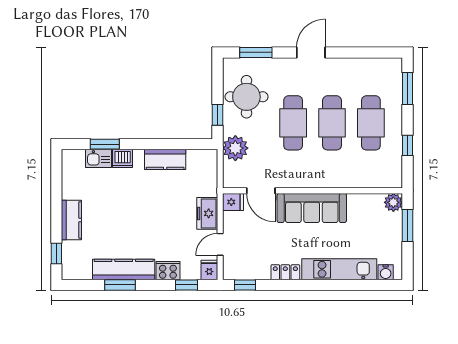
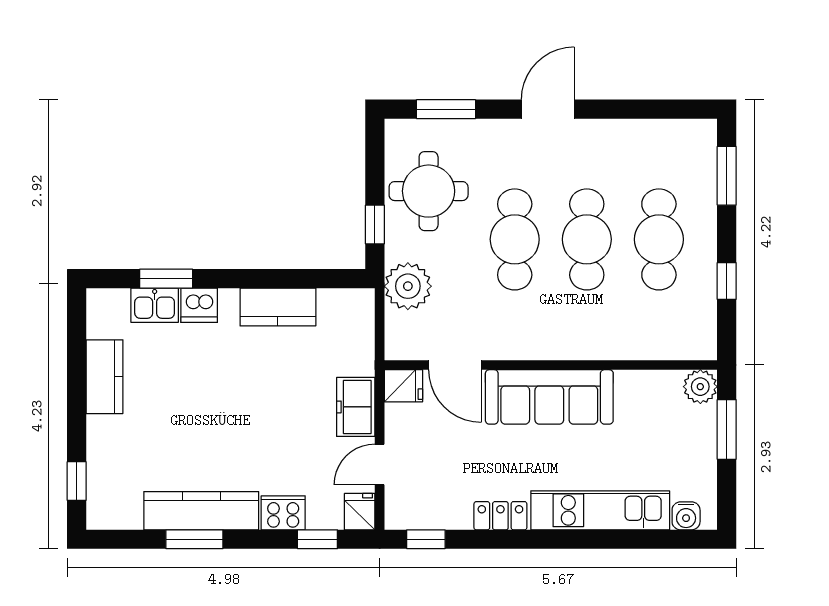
kitchen counter: (71, 220) -> (105, 377), moved

